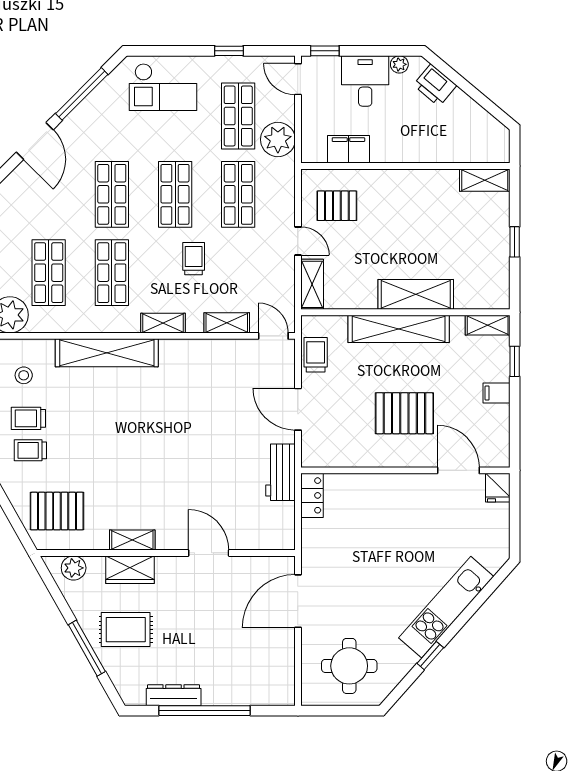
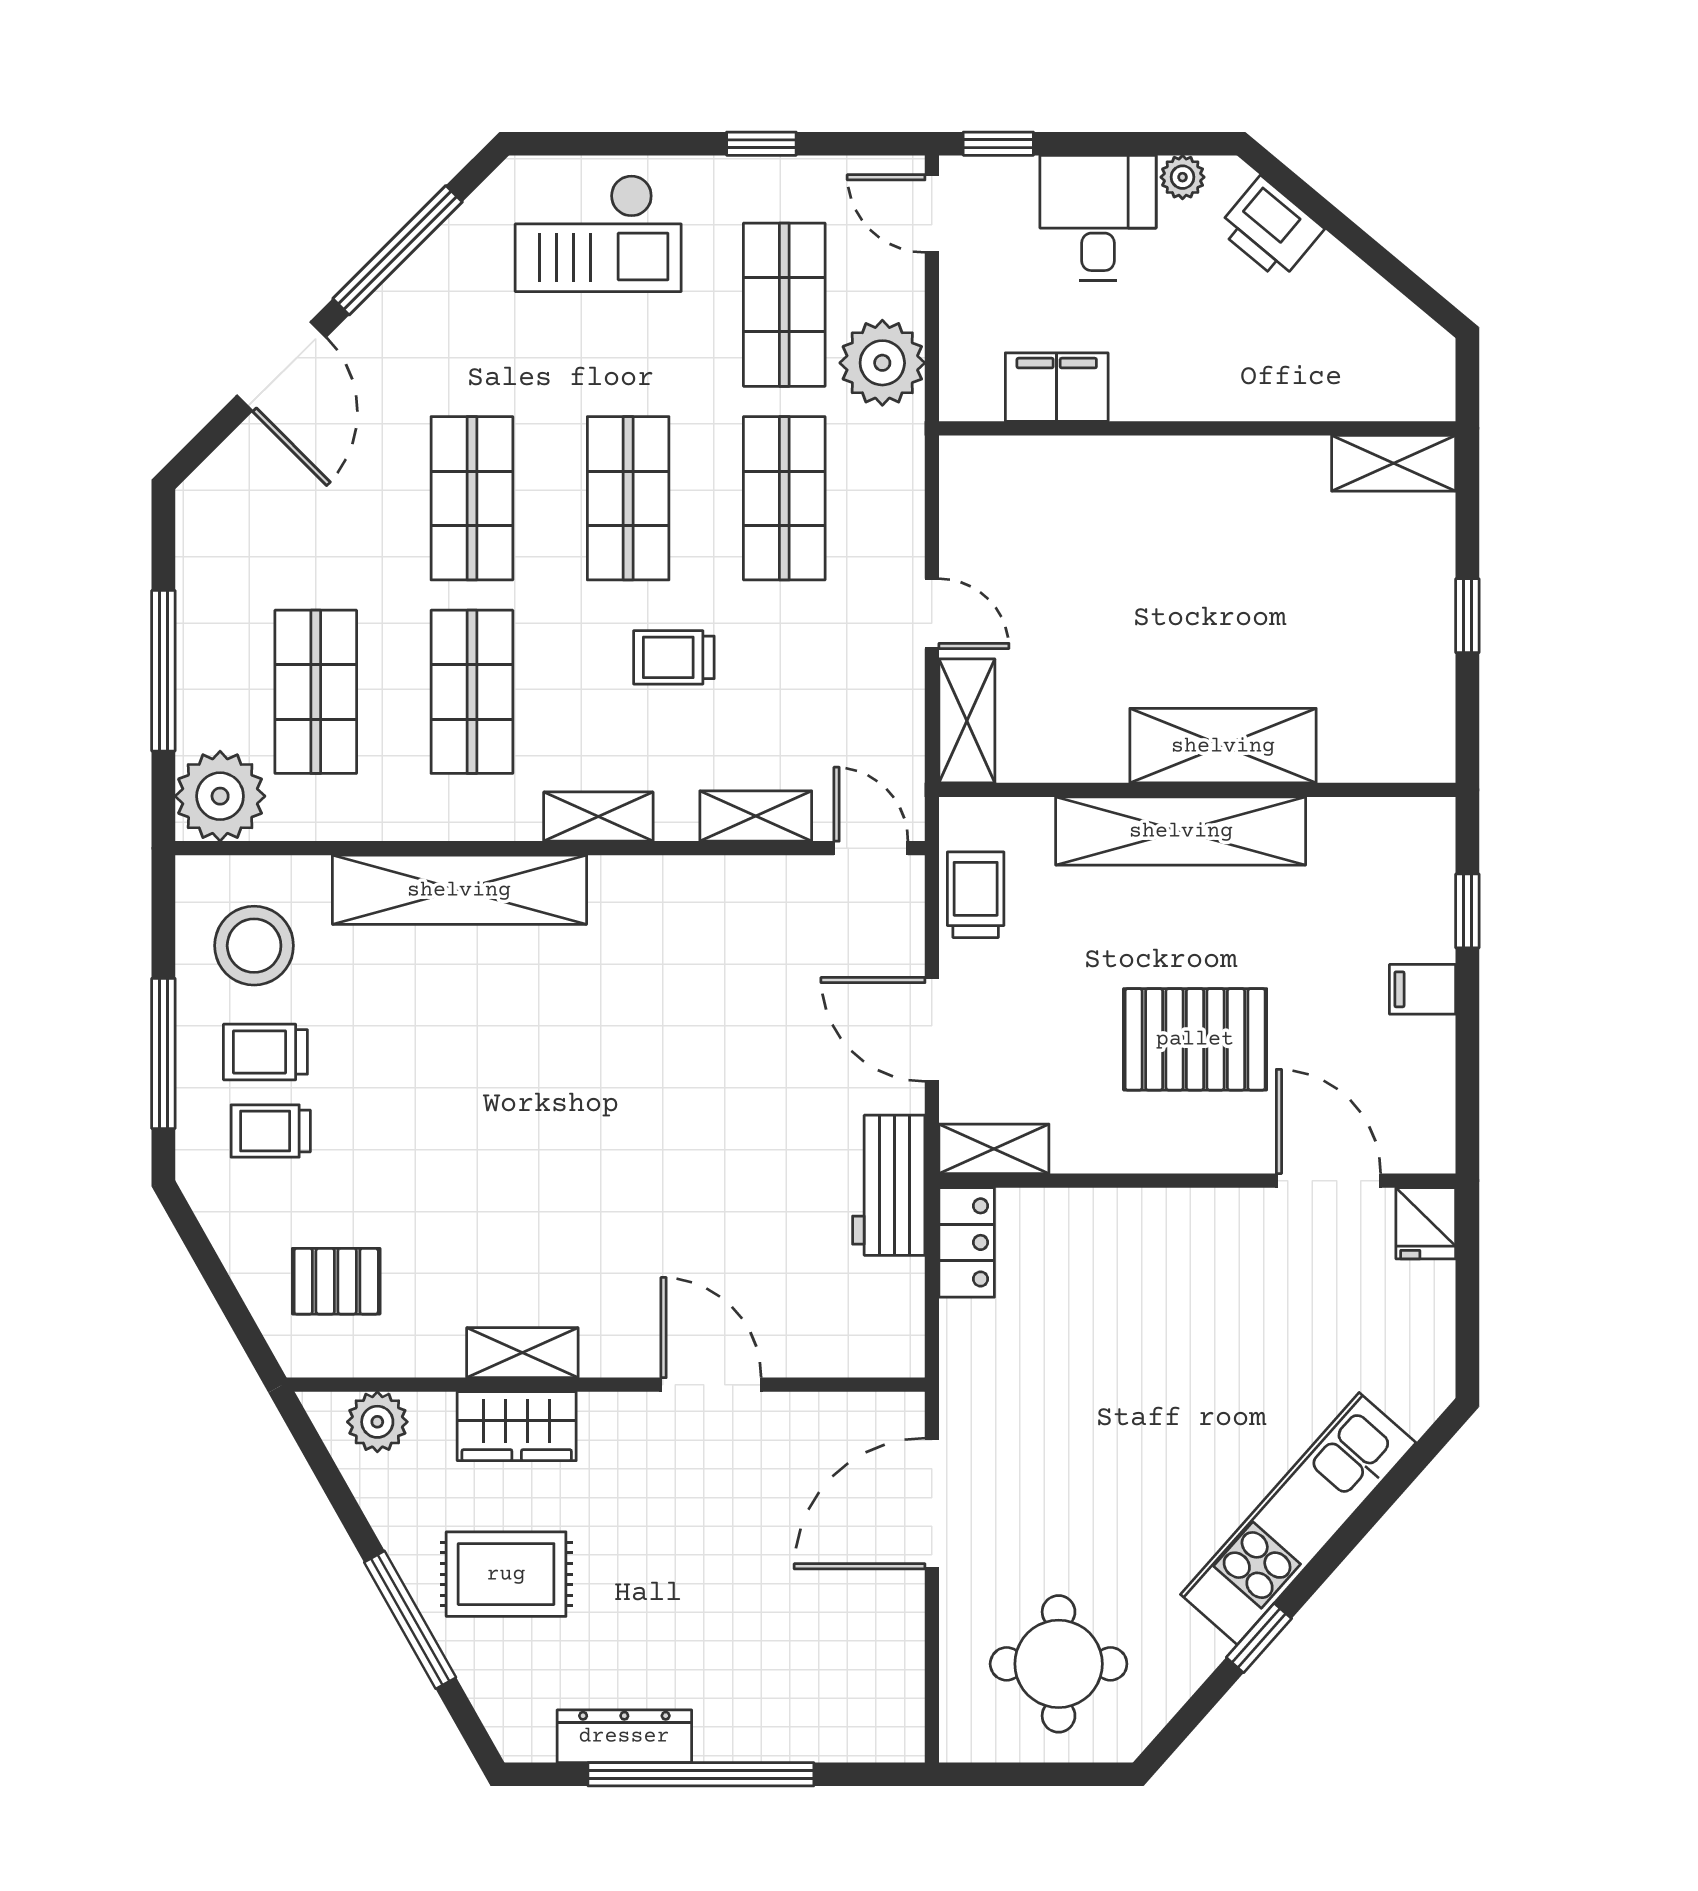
pallet: (337, 206) -> (1028, 526), removed
trolley: (194, 259) -> (674, 657), turned -90
shelving: (488, 325) -> (994, 1149), moved
stool: (24, 375) -> (254, 946), width x1.89, depth x1.89
pallet: (57, 511) -> (336, 1281), width x0.67, depth x0.71

